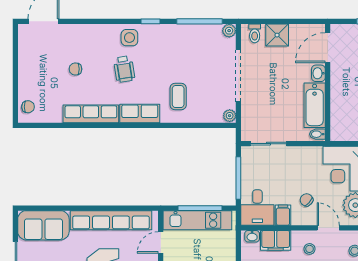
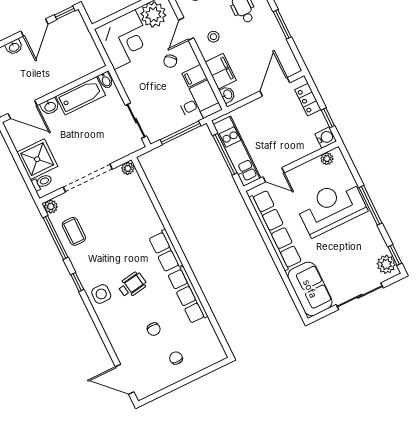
shower: (277, 35) -> (37, 159), width x1.36, depth x1.36
coffee table: (178, 97) -> (74, 231), moved, turned 90
chair: (28, 107) -> (176, 358), moved

